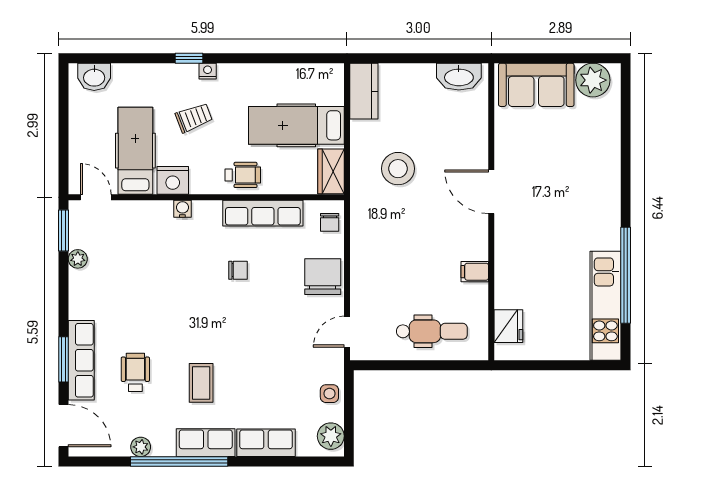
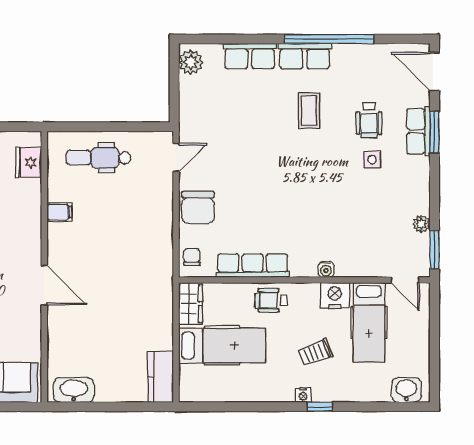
stool: (398, 169) -> (129, 306), removed
chair: (238, 270) -> (275, 213), removed
row of seats: (81, 360) -> (418, 131), width x0.68
side table: (329, 394) -> (372, 160), moved
plant: (141, 447) -> (364, 52), removed

